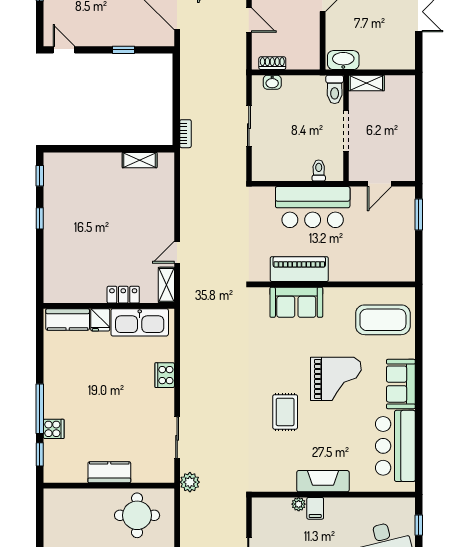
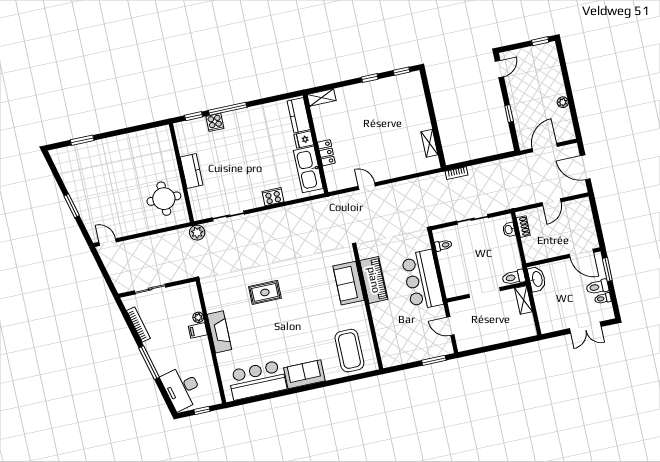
toilet: (319, 170) -> (443, 245), moved
shelving: (166, 285) -> (322, 97), moved
grand piano: (336, 379) -> (298, 325), removed

